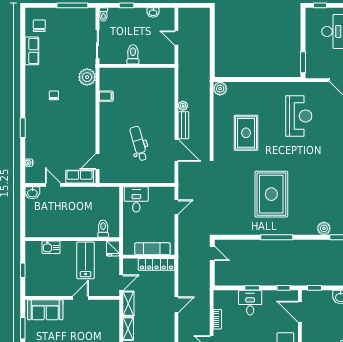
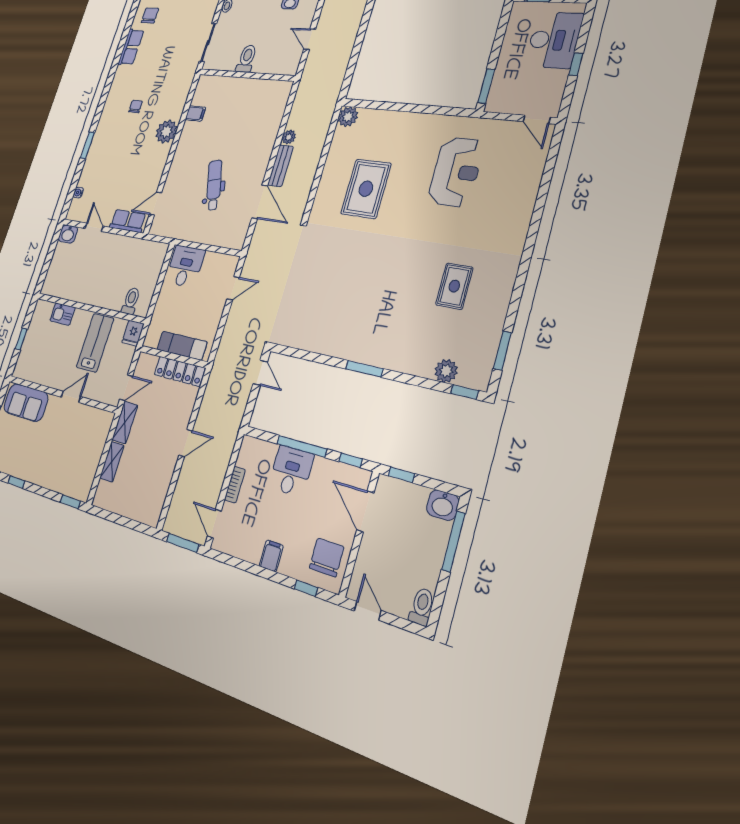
plant: (87, 77) -> (166, 131), moved
rug: (271, 194) -> (454, 286), moved, width x0.54, depth x0.49
window: (277, 237) -> (364, 369), width x0.69
window: (252, 288) -> (302, 446), width x2.17

